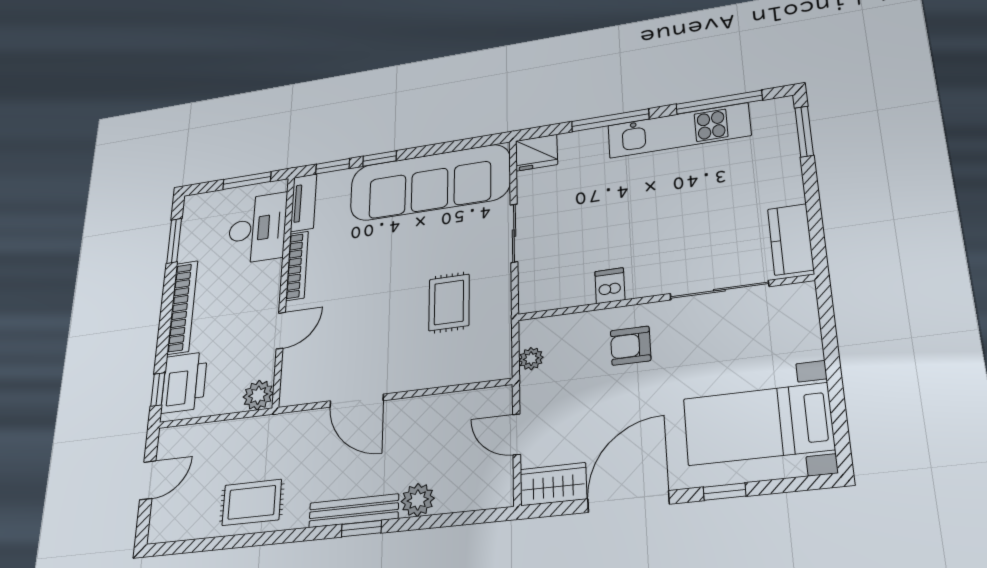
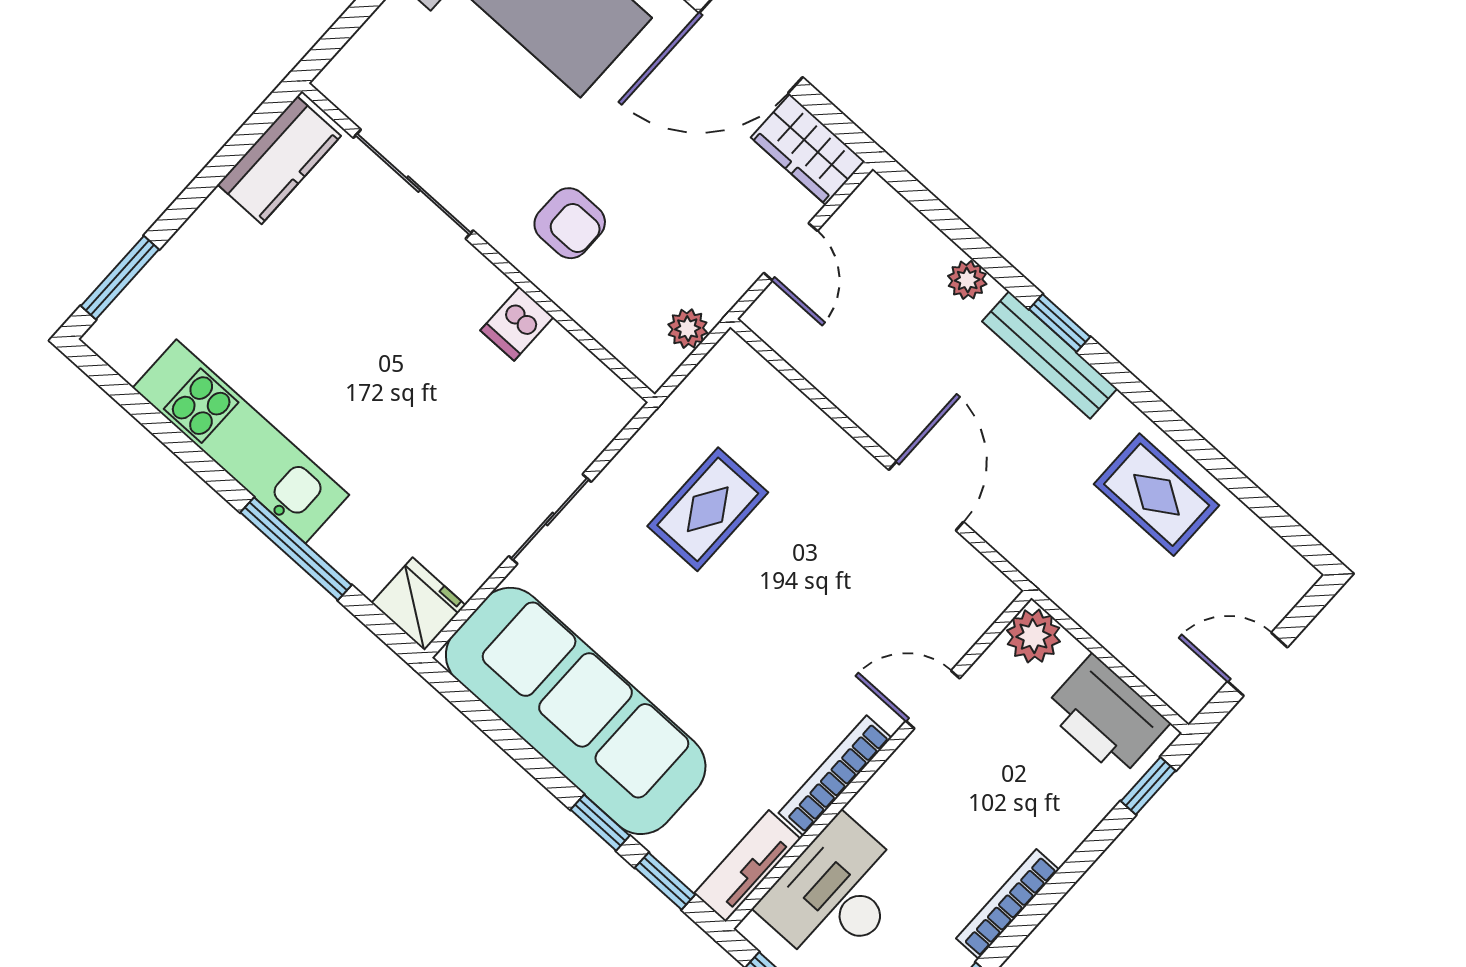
window: (719, 102) -> (160, 427), removed
bookcase: (183, 307) -> (1008, 904), width x0.68, depth x0.76
printer: (184, 382) -> (1106, 716), moved, turned -90
plant: (418, 500) -> (967, 280), width x0.73, depth x0.73

